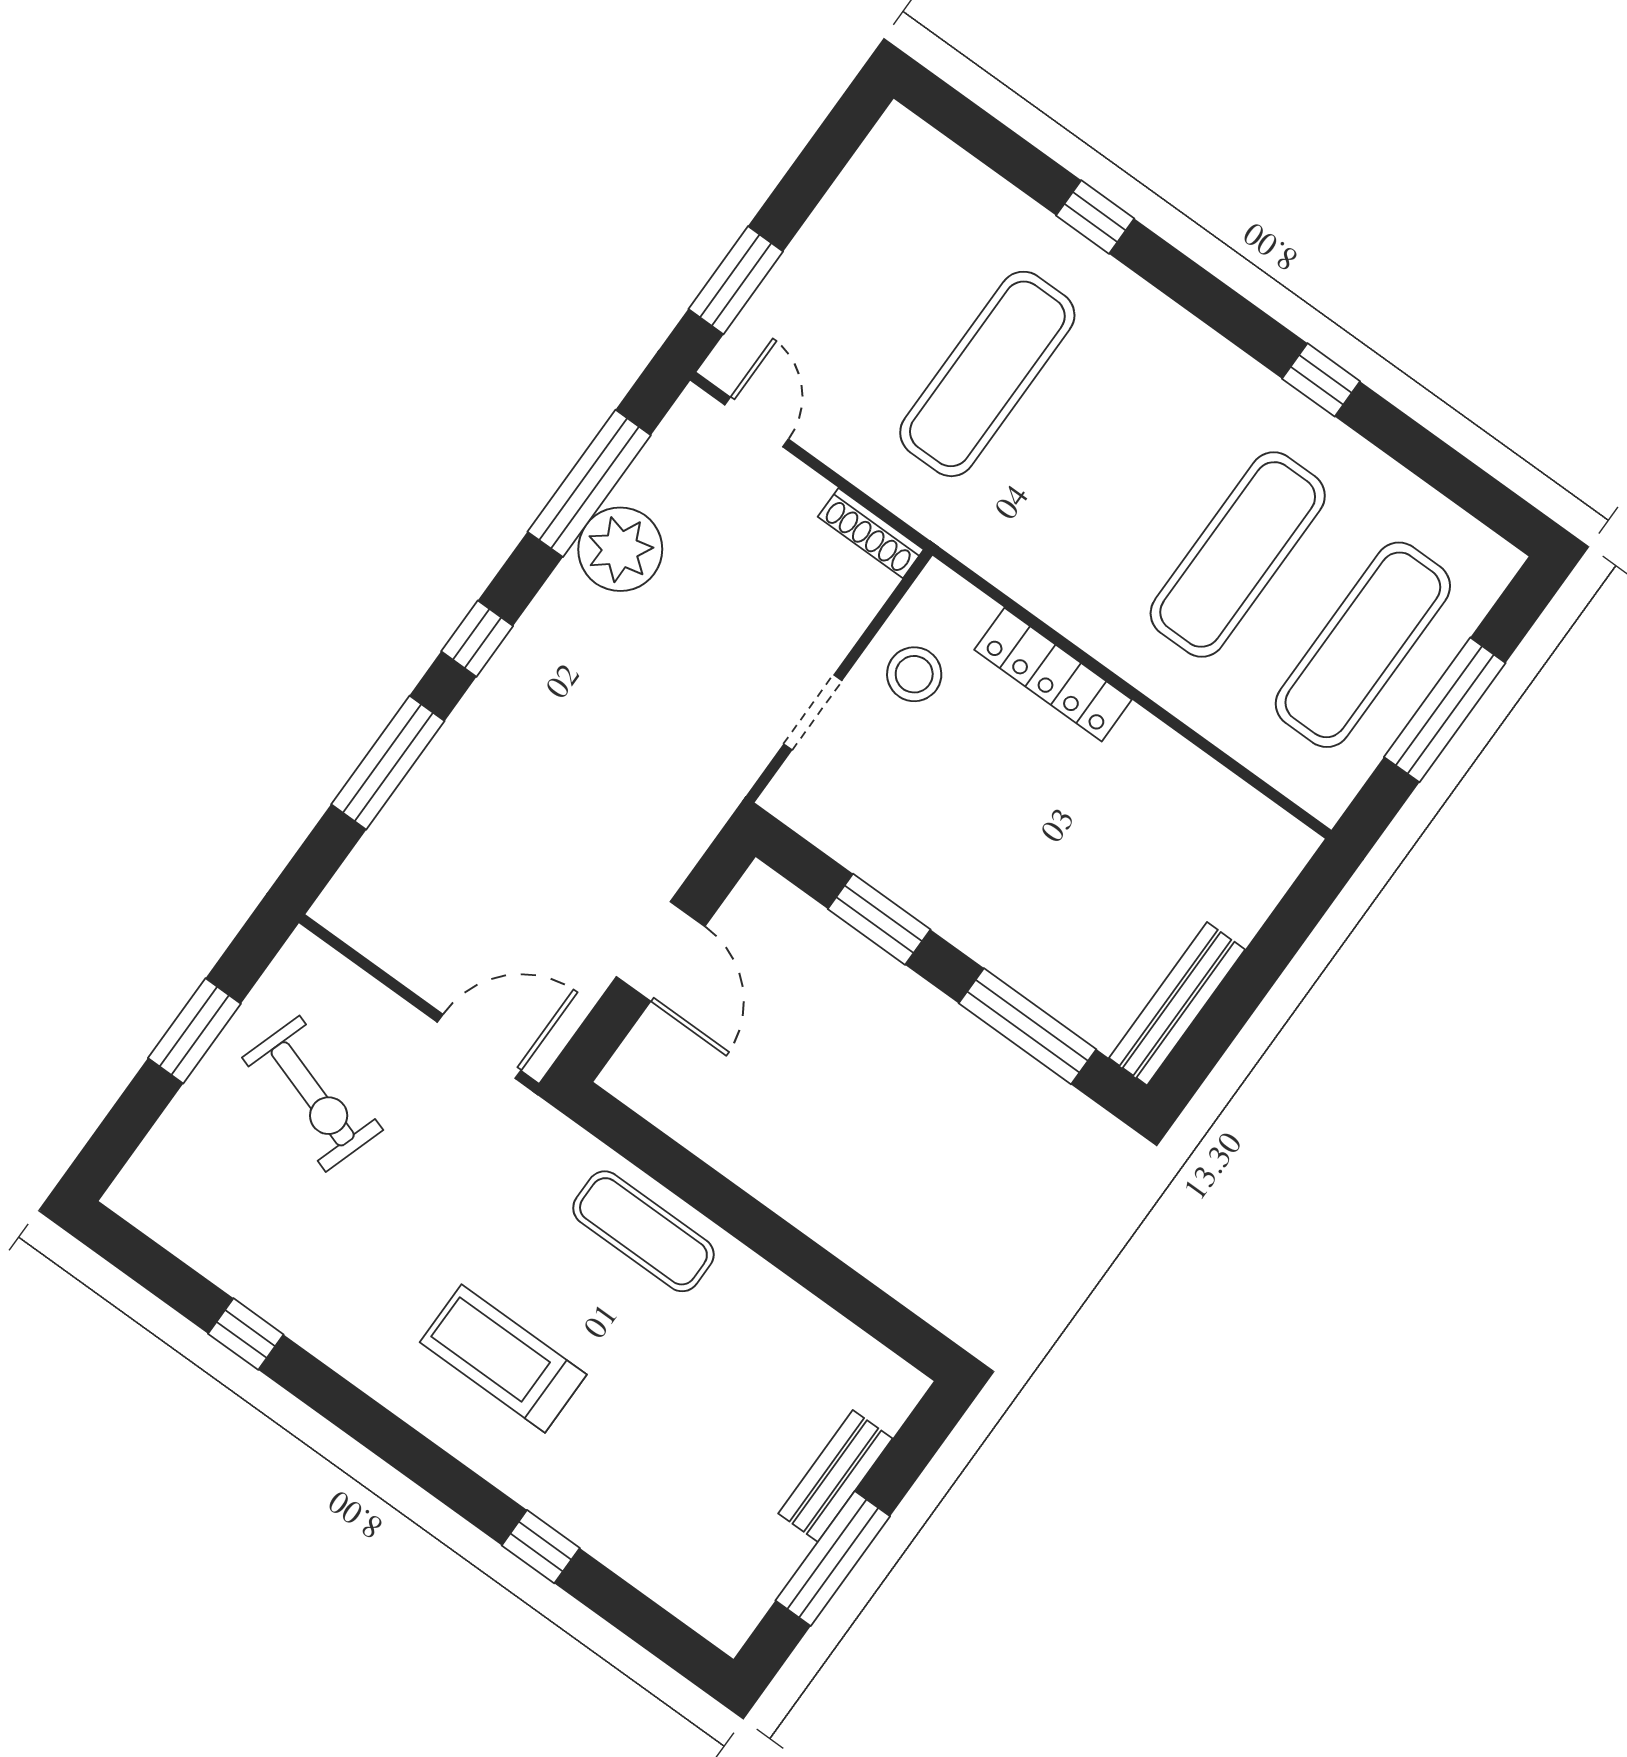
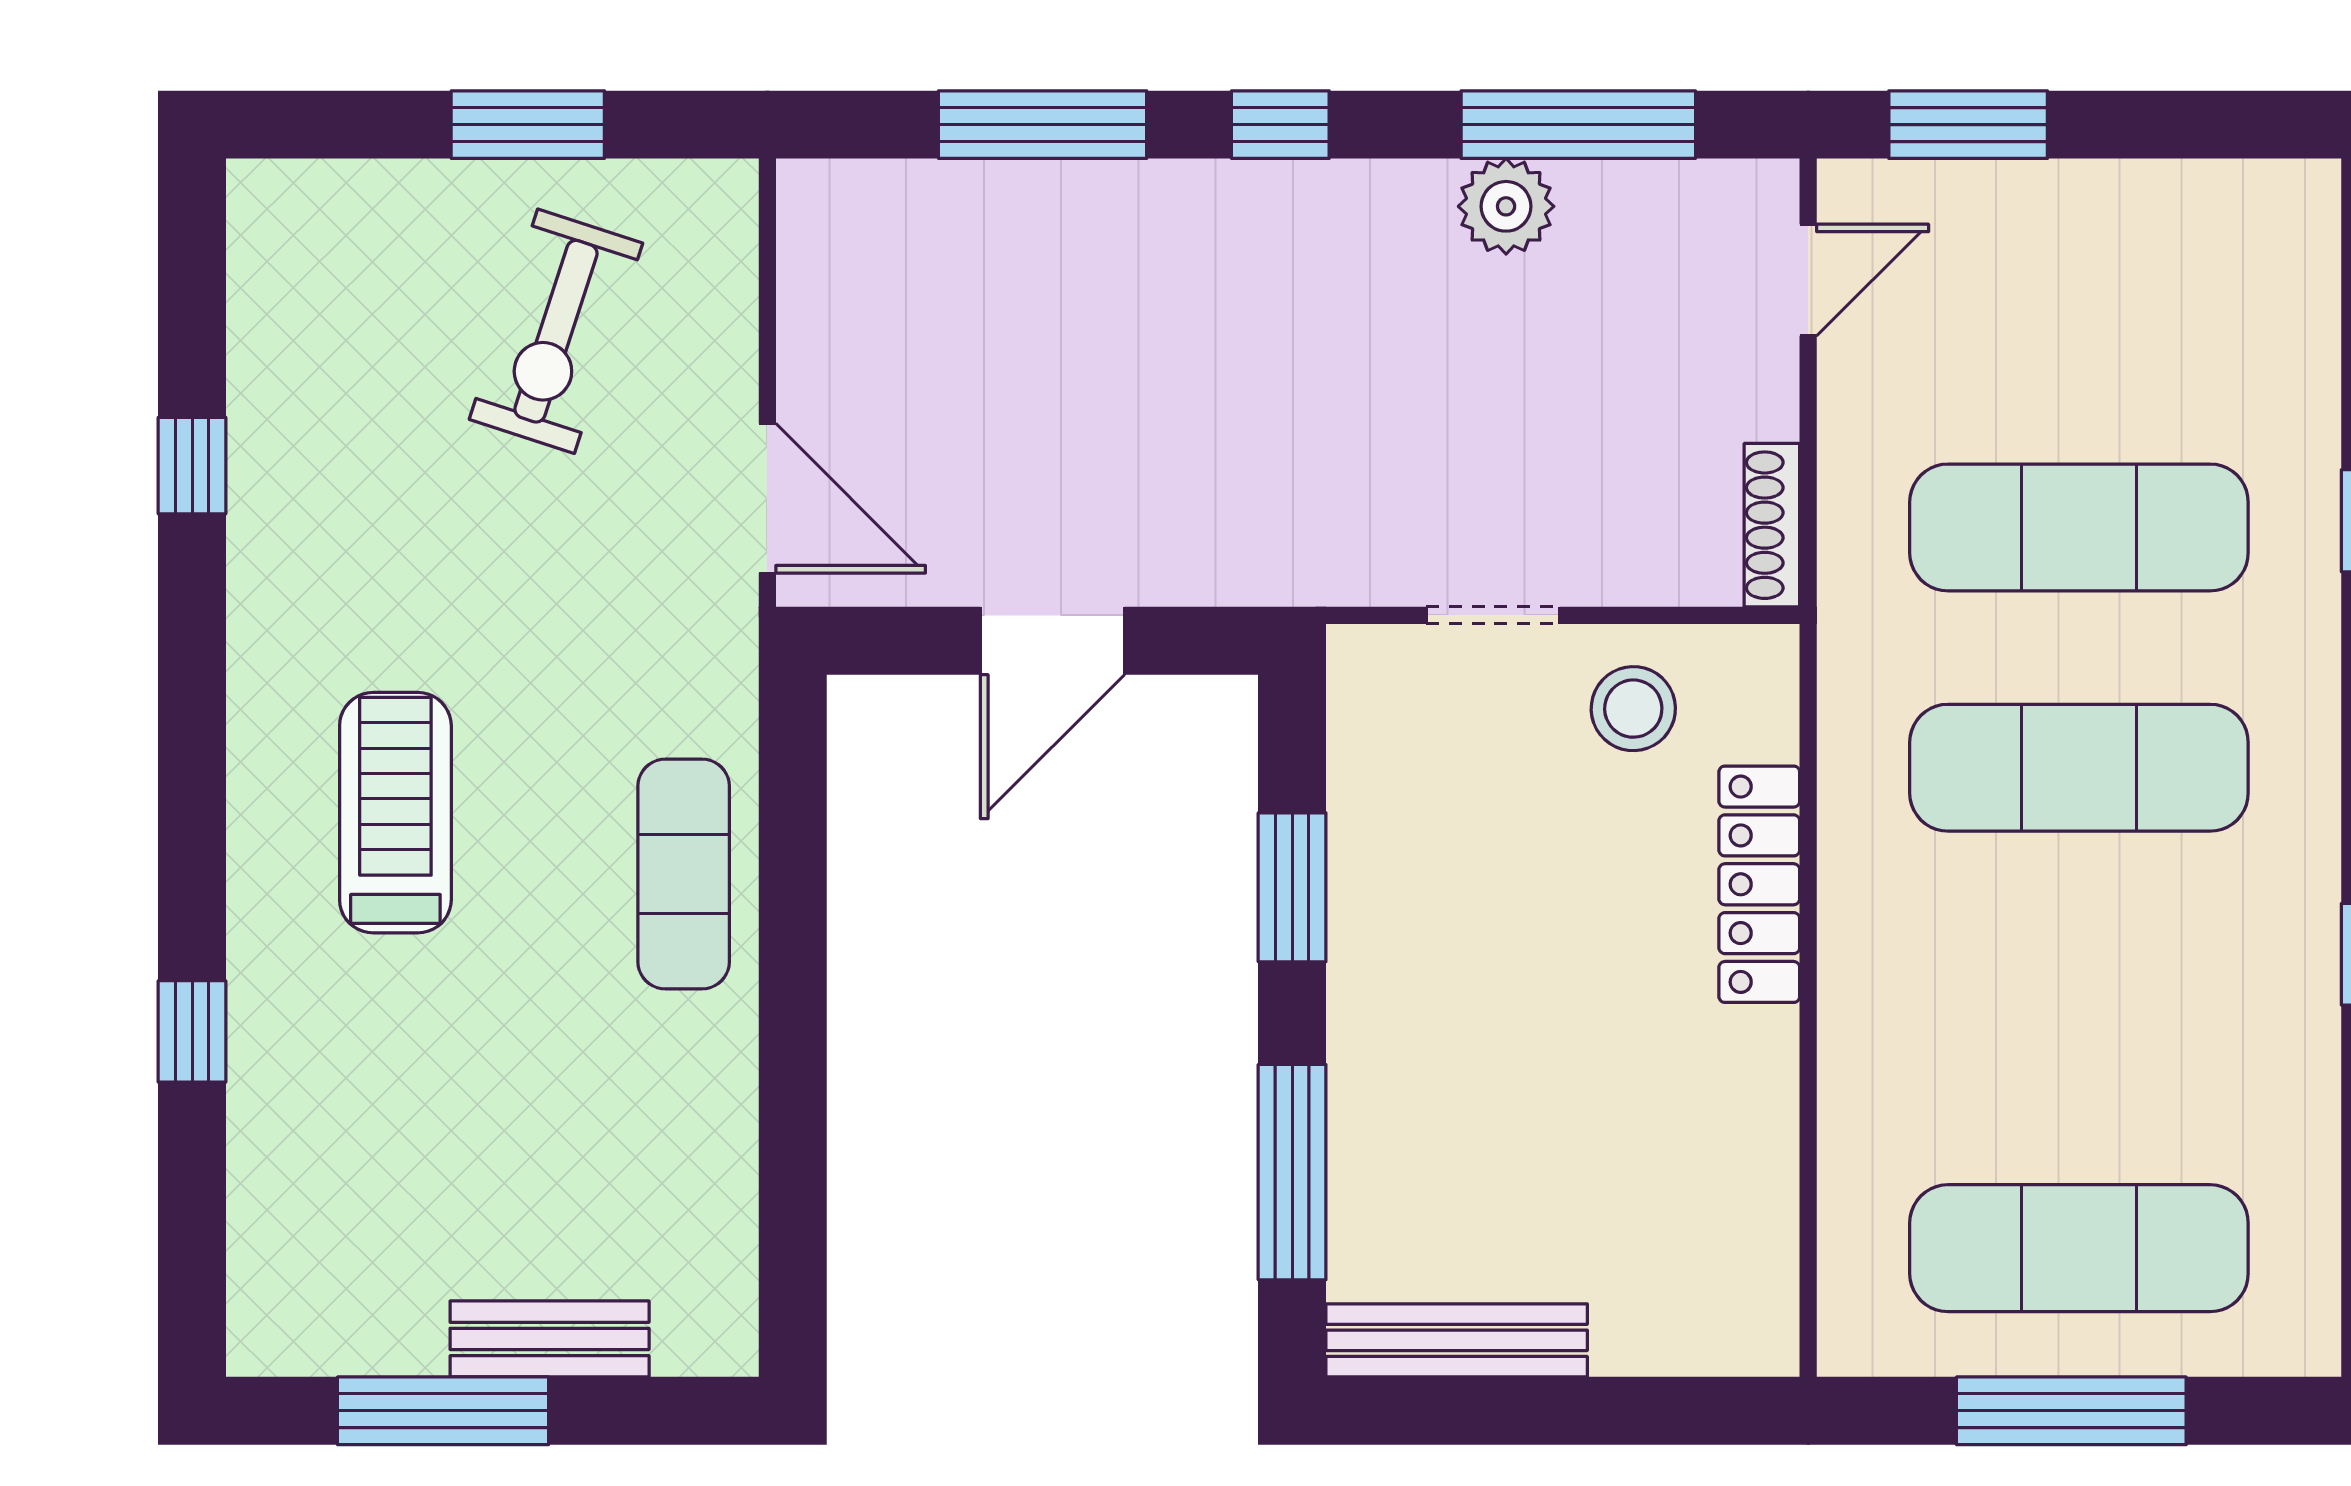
plant: (620, 549) -> (1506, 206), width x0.73, depth x0.73
exercise mat: (1238, 554) -> (2079, 768), moved

